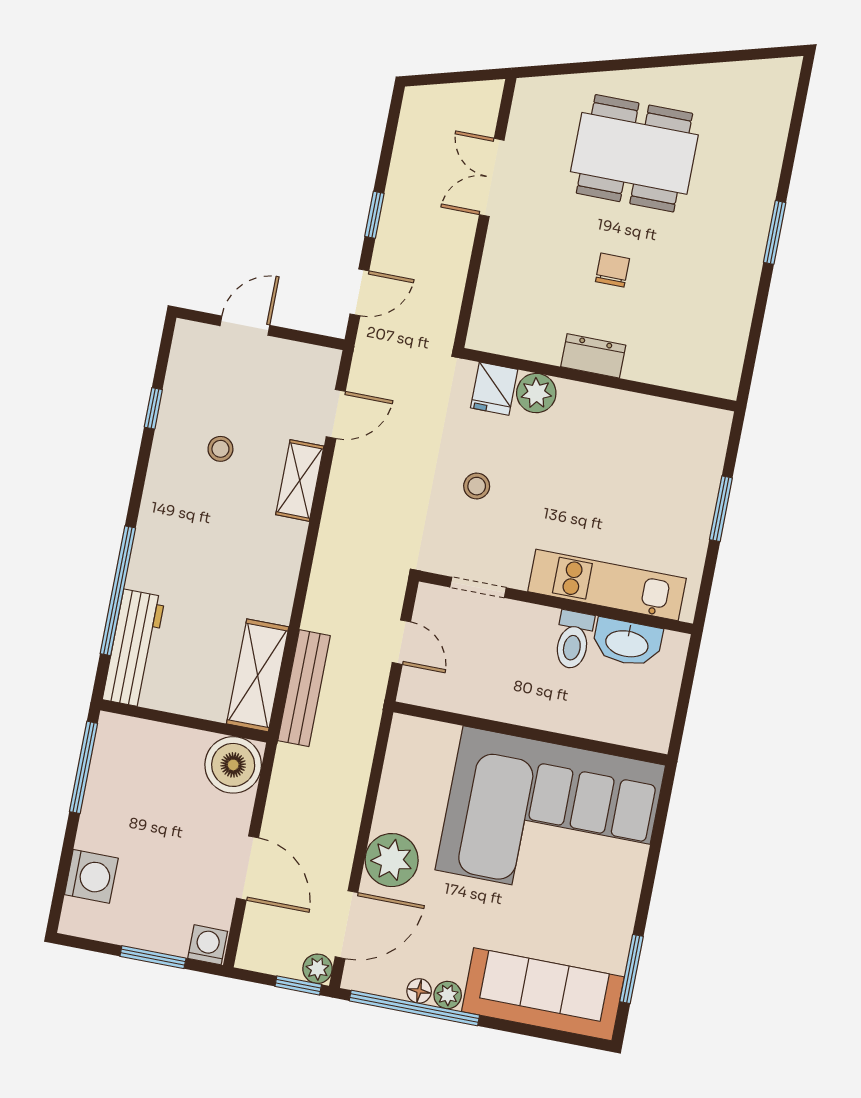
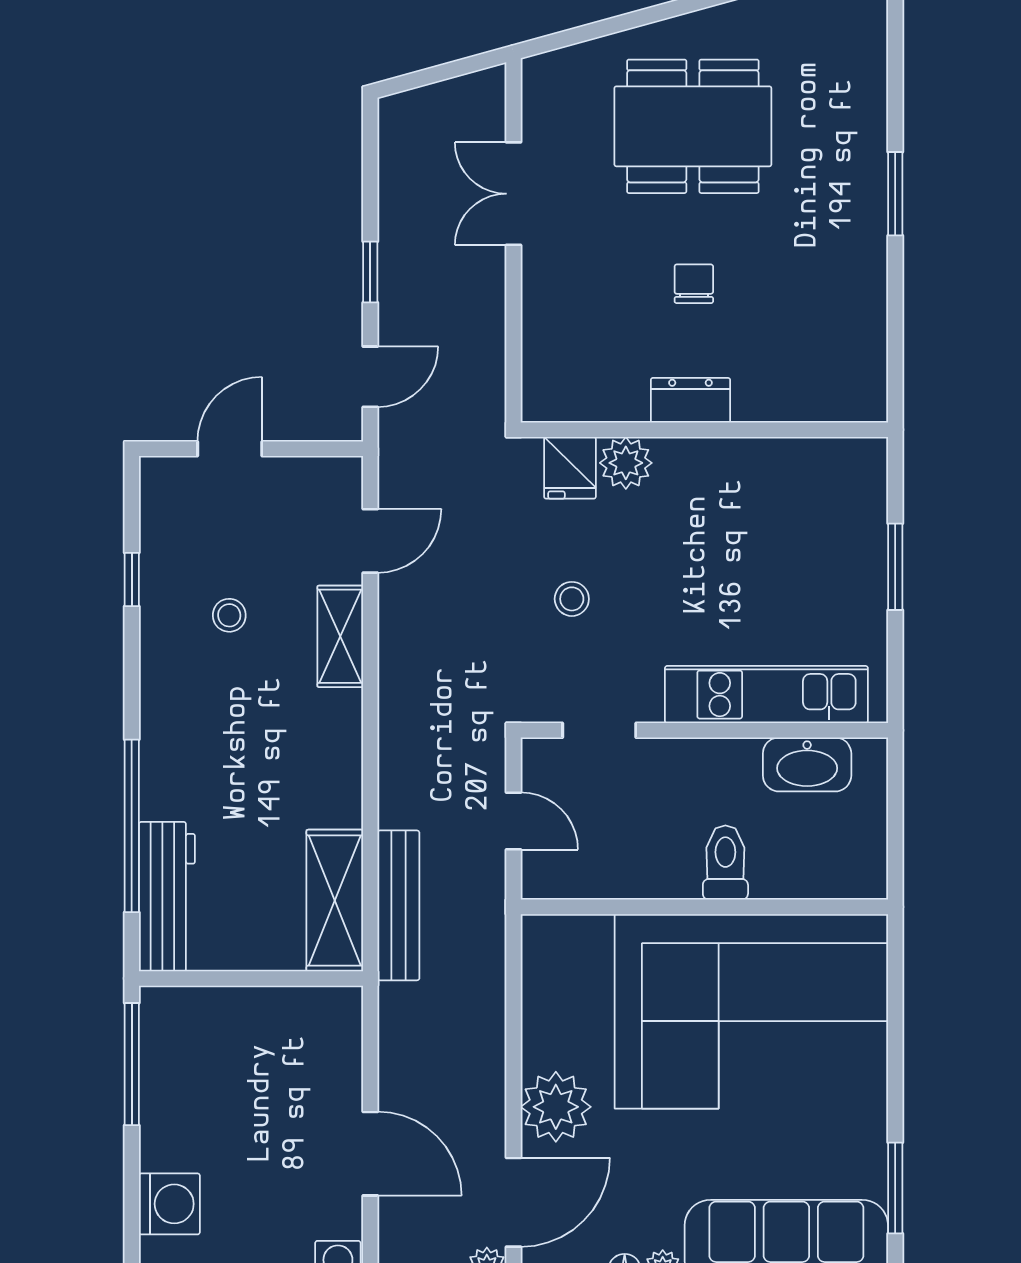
toilet: (573, 640) -> (725, 863), moved, turned 180
boiler: (233, 765) -> (326, 1023), removed

